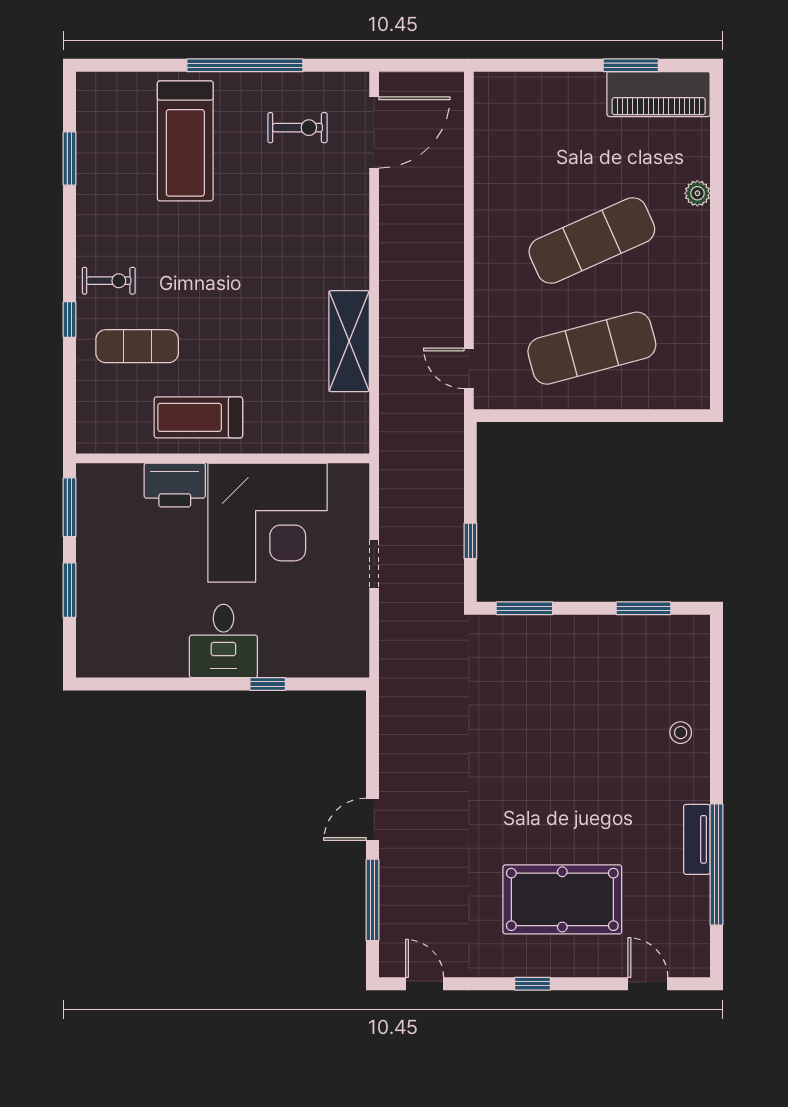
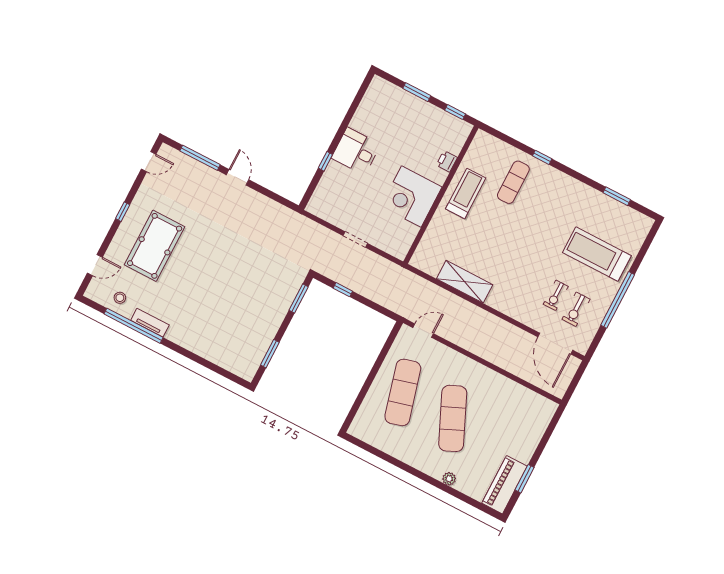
exercise bike: (109, 281) -> (556, 295), moved
printer: (175, 485) -> (447, 161), width x0.53, depth x0.68
window: (69, 507) -> (455, 112), width x0.67
corner desk: (267, 523) -> (411, 197), width x0.74, depth x0.74
stool: (681, 733) -> (120, 298), moved

